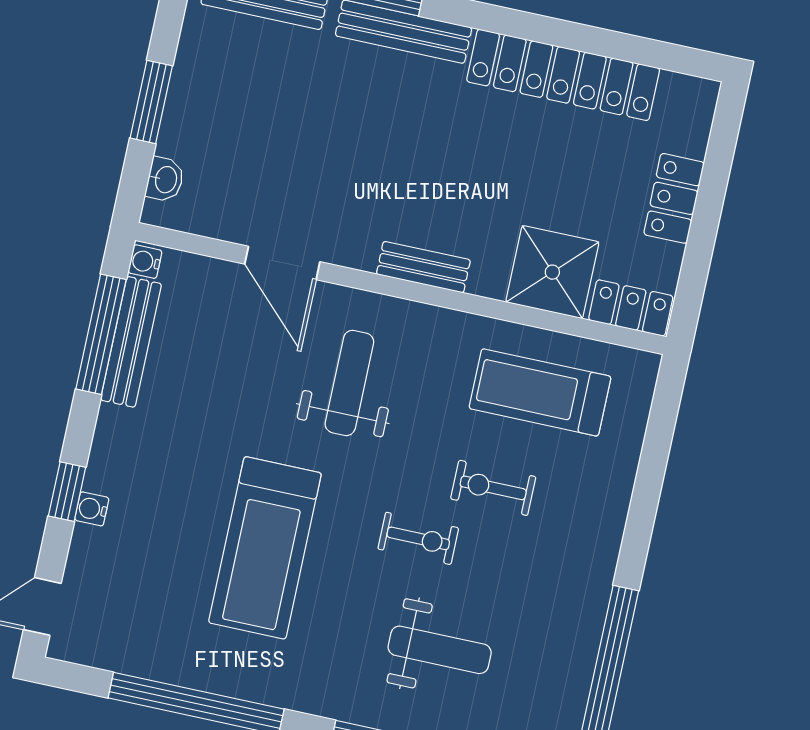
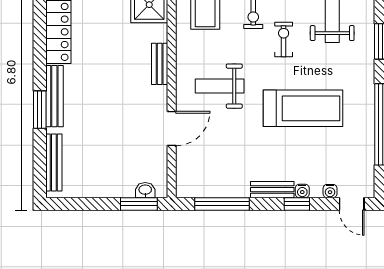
window: (151, 102) -> (139, 204), moved
water cooler: (145, 262) -> (330, 191), moved
bench: (131, 342) -> (272, 190), moved, width x0.73

